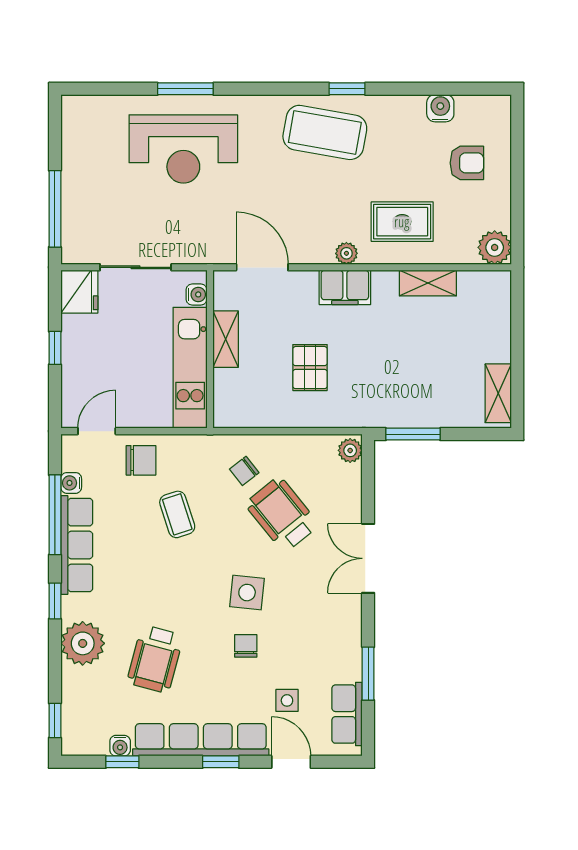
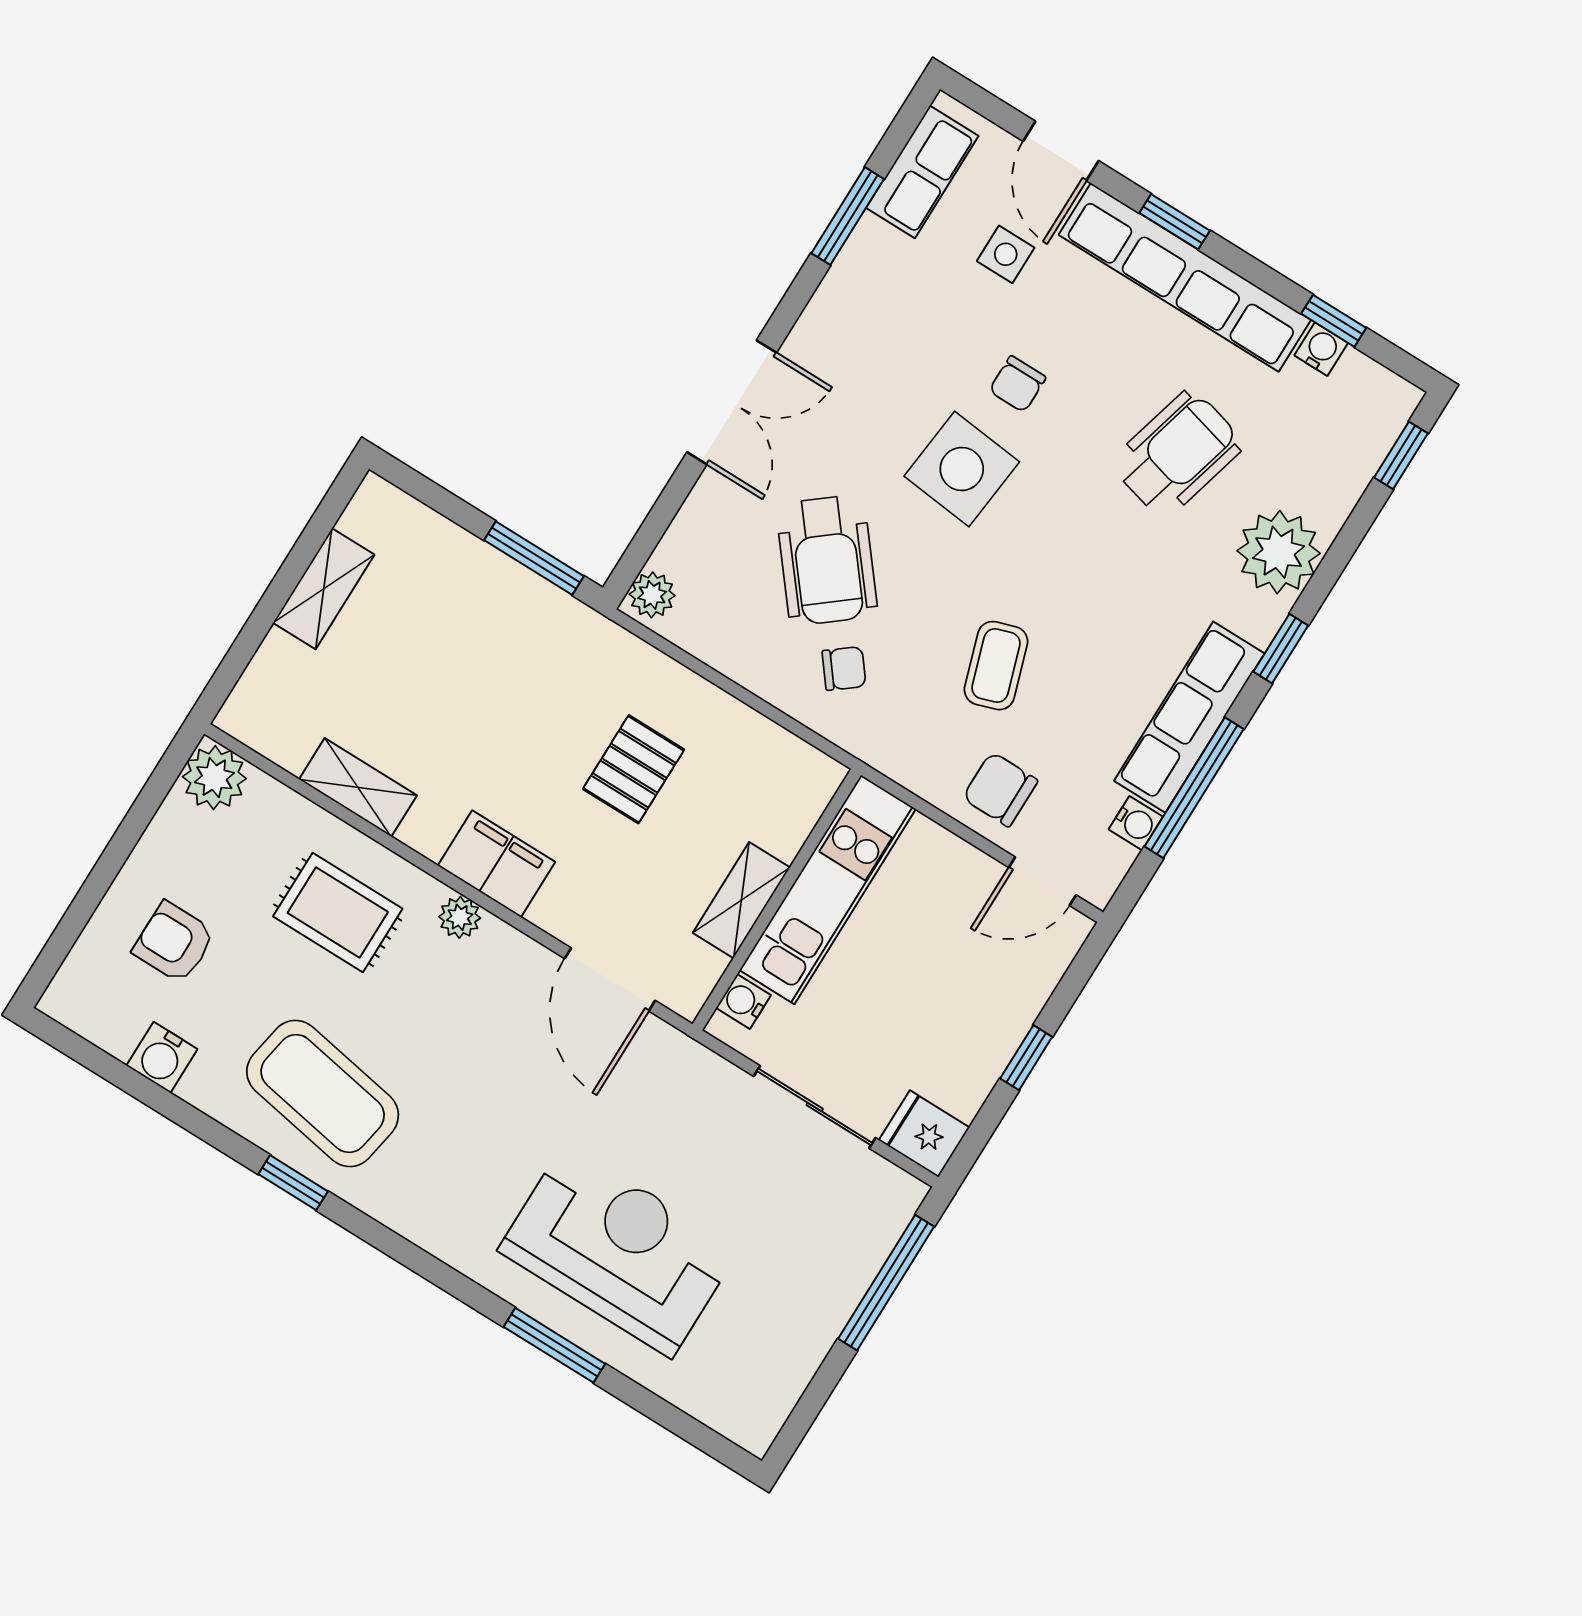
coffee table: (325, 132) -> (323, 1094), moved
fridge: (79, 292) -> (924, 1134), width x0.72
shelving: (498, 393) -> (324, 589), moved
side table: (247, 593) -> (962, 469), width x1.37, depth x1.37

